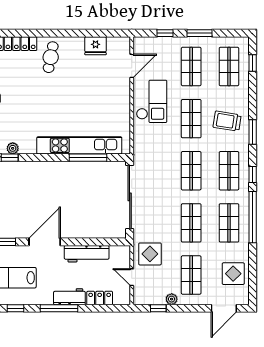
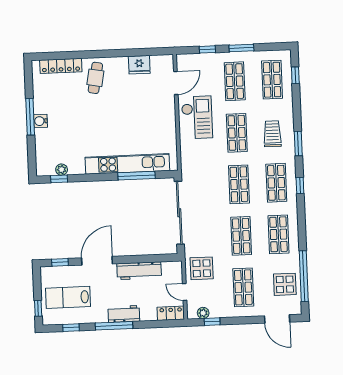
trolley: (227, 121) -> (272, 134), turned 81
window: (253, 217) -> (304, 276), moved
locker: (100, 298) -> (171, 313), moved
plant: (172, 299) -> (203, 313), moved
door: (224, 308) -> (277, 319), hinge flipped

